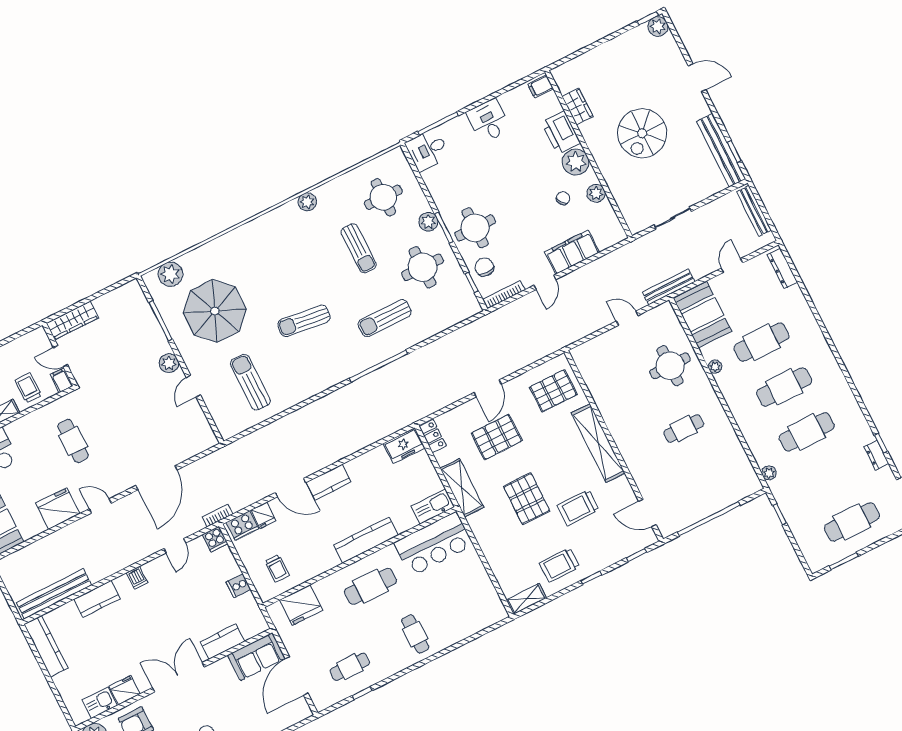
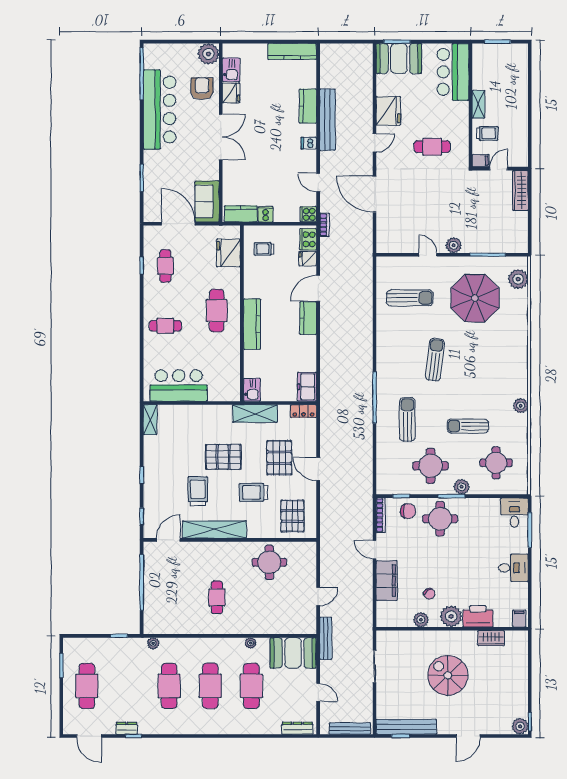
round table: (670, 366) -> (269, 562), moved
shelving: (598, 443) -> (214, 529), moved
kitchen sink: (433, 507) -> (252, 390), width x0.73
bar counter: (433, 544) -> (179, 385), moved, turned 90
trolley: (559, 565) -> (253, 492), moved, turned -90
bench: (54, 594) -> (327, 120), moved
kitchen counter: (223, 642) -> (241, 214), moved, turned -90

